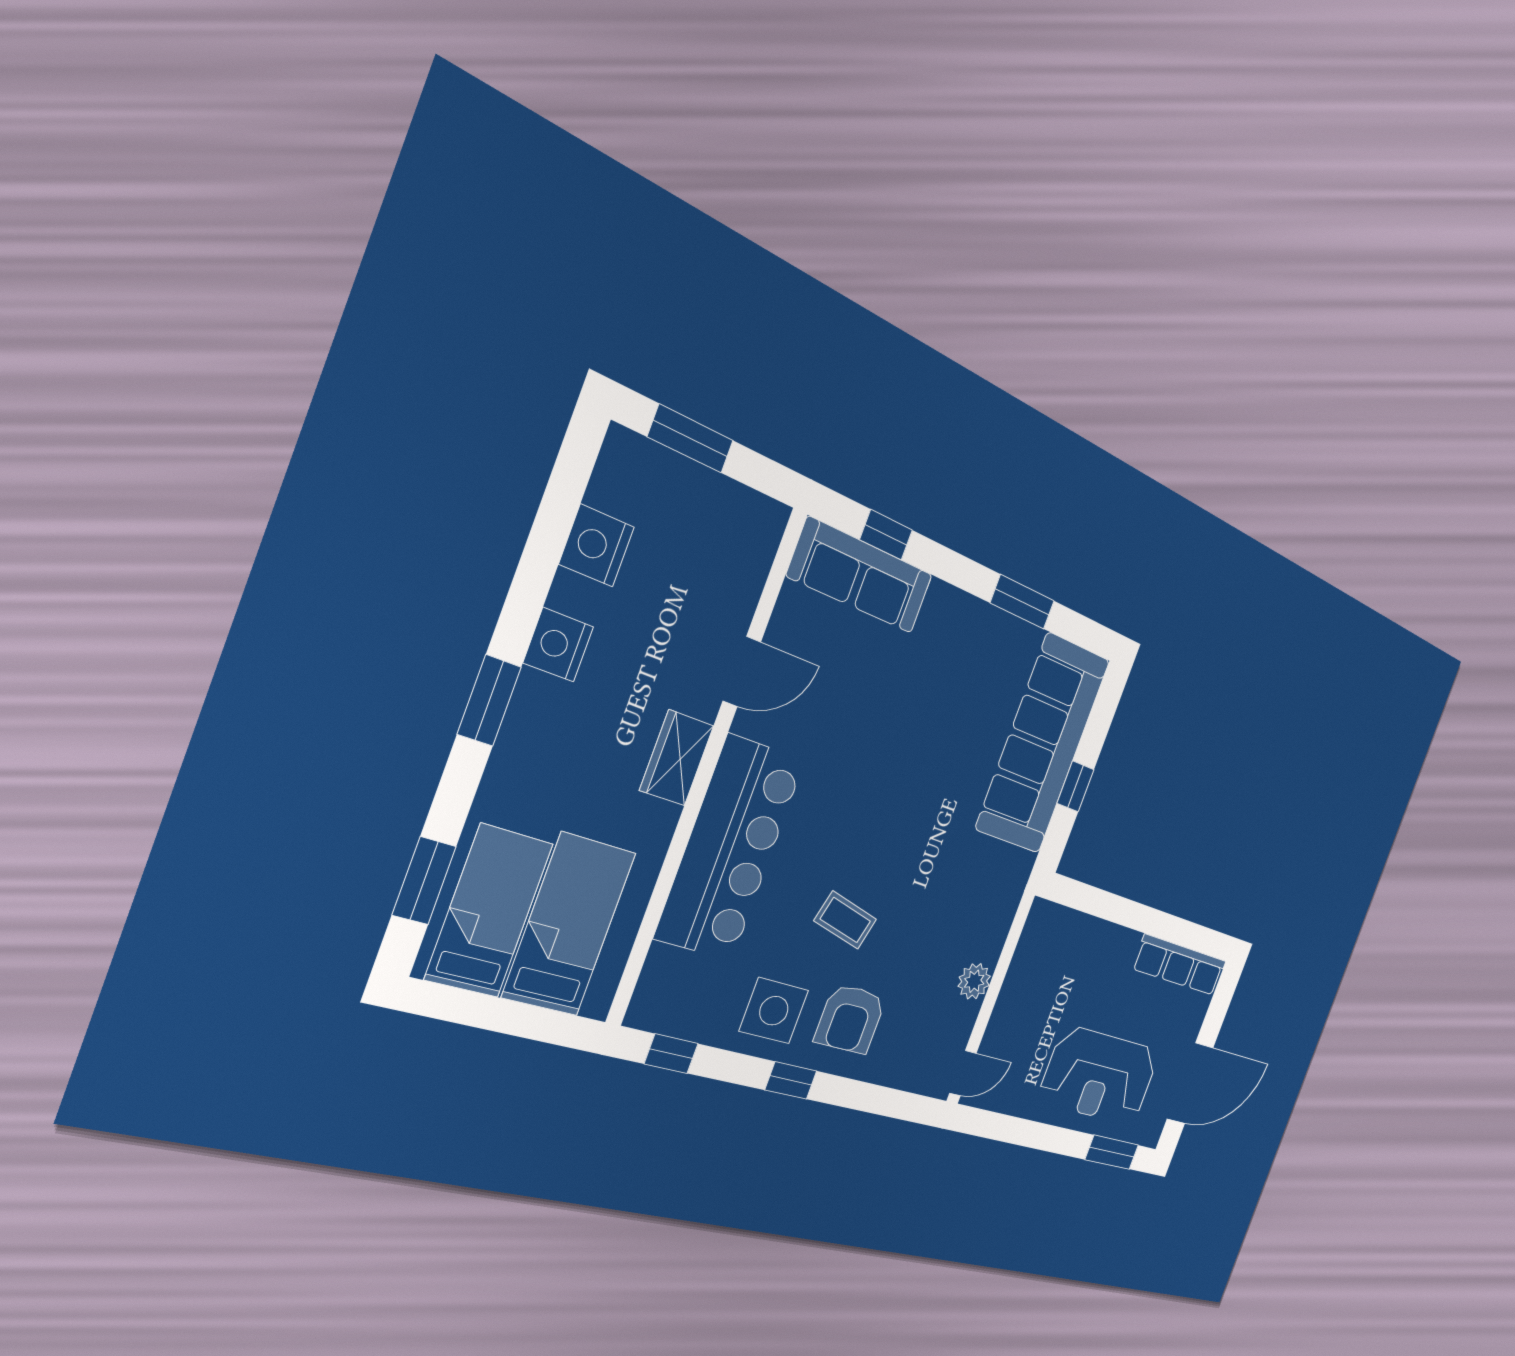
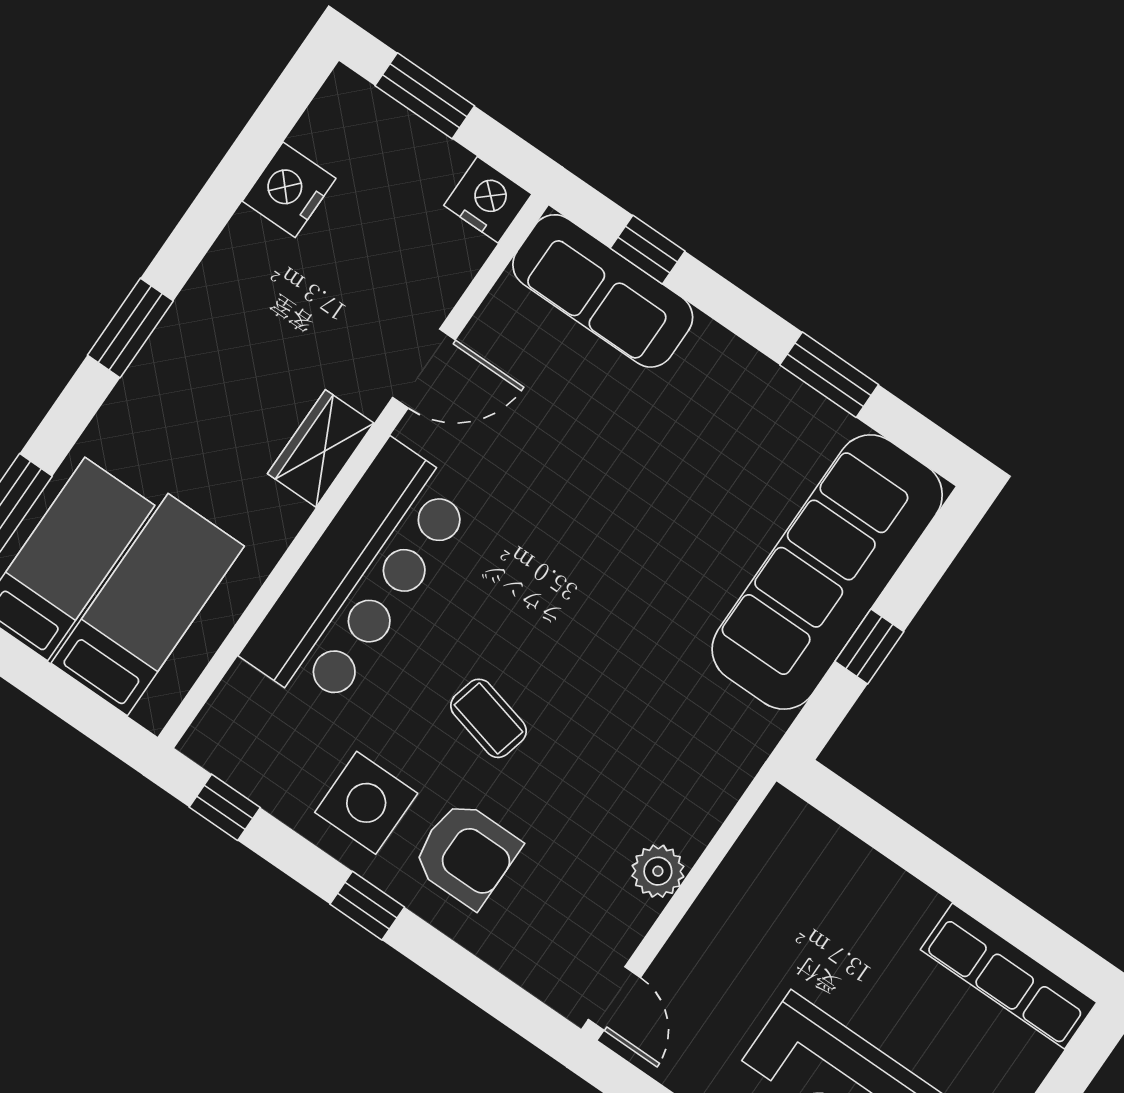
nightstand: (558, 645) -> (488, 200), moved, turned 90
armchair: (850, 1019) -> (466, 854), turned -90
door: (963, 1073) -> (614, 998), hinge flipped

